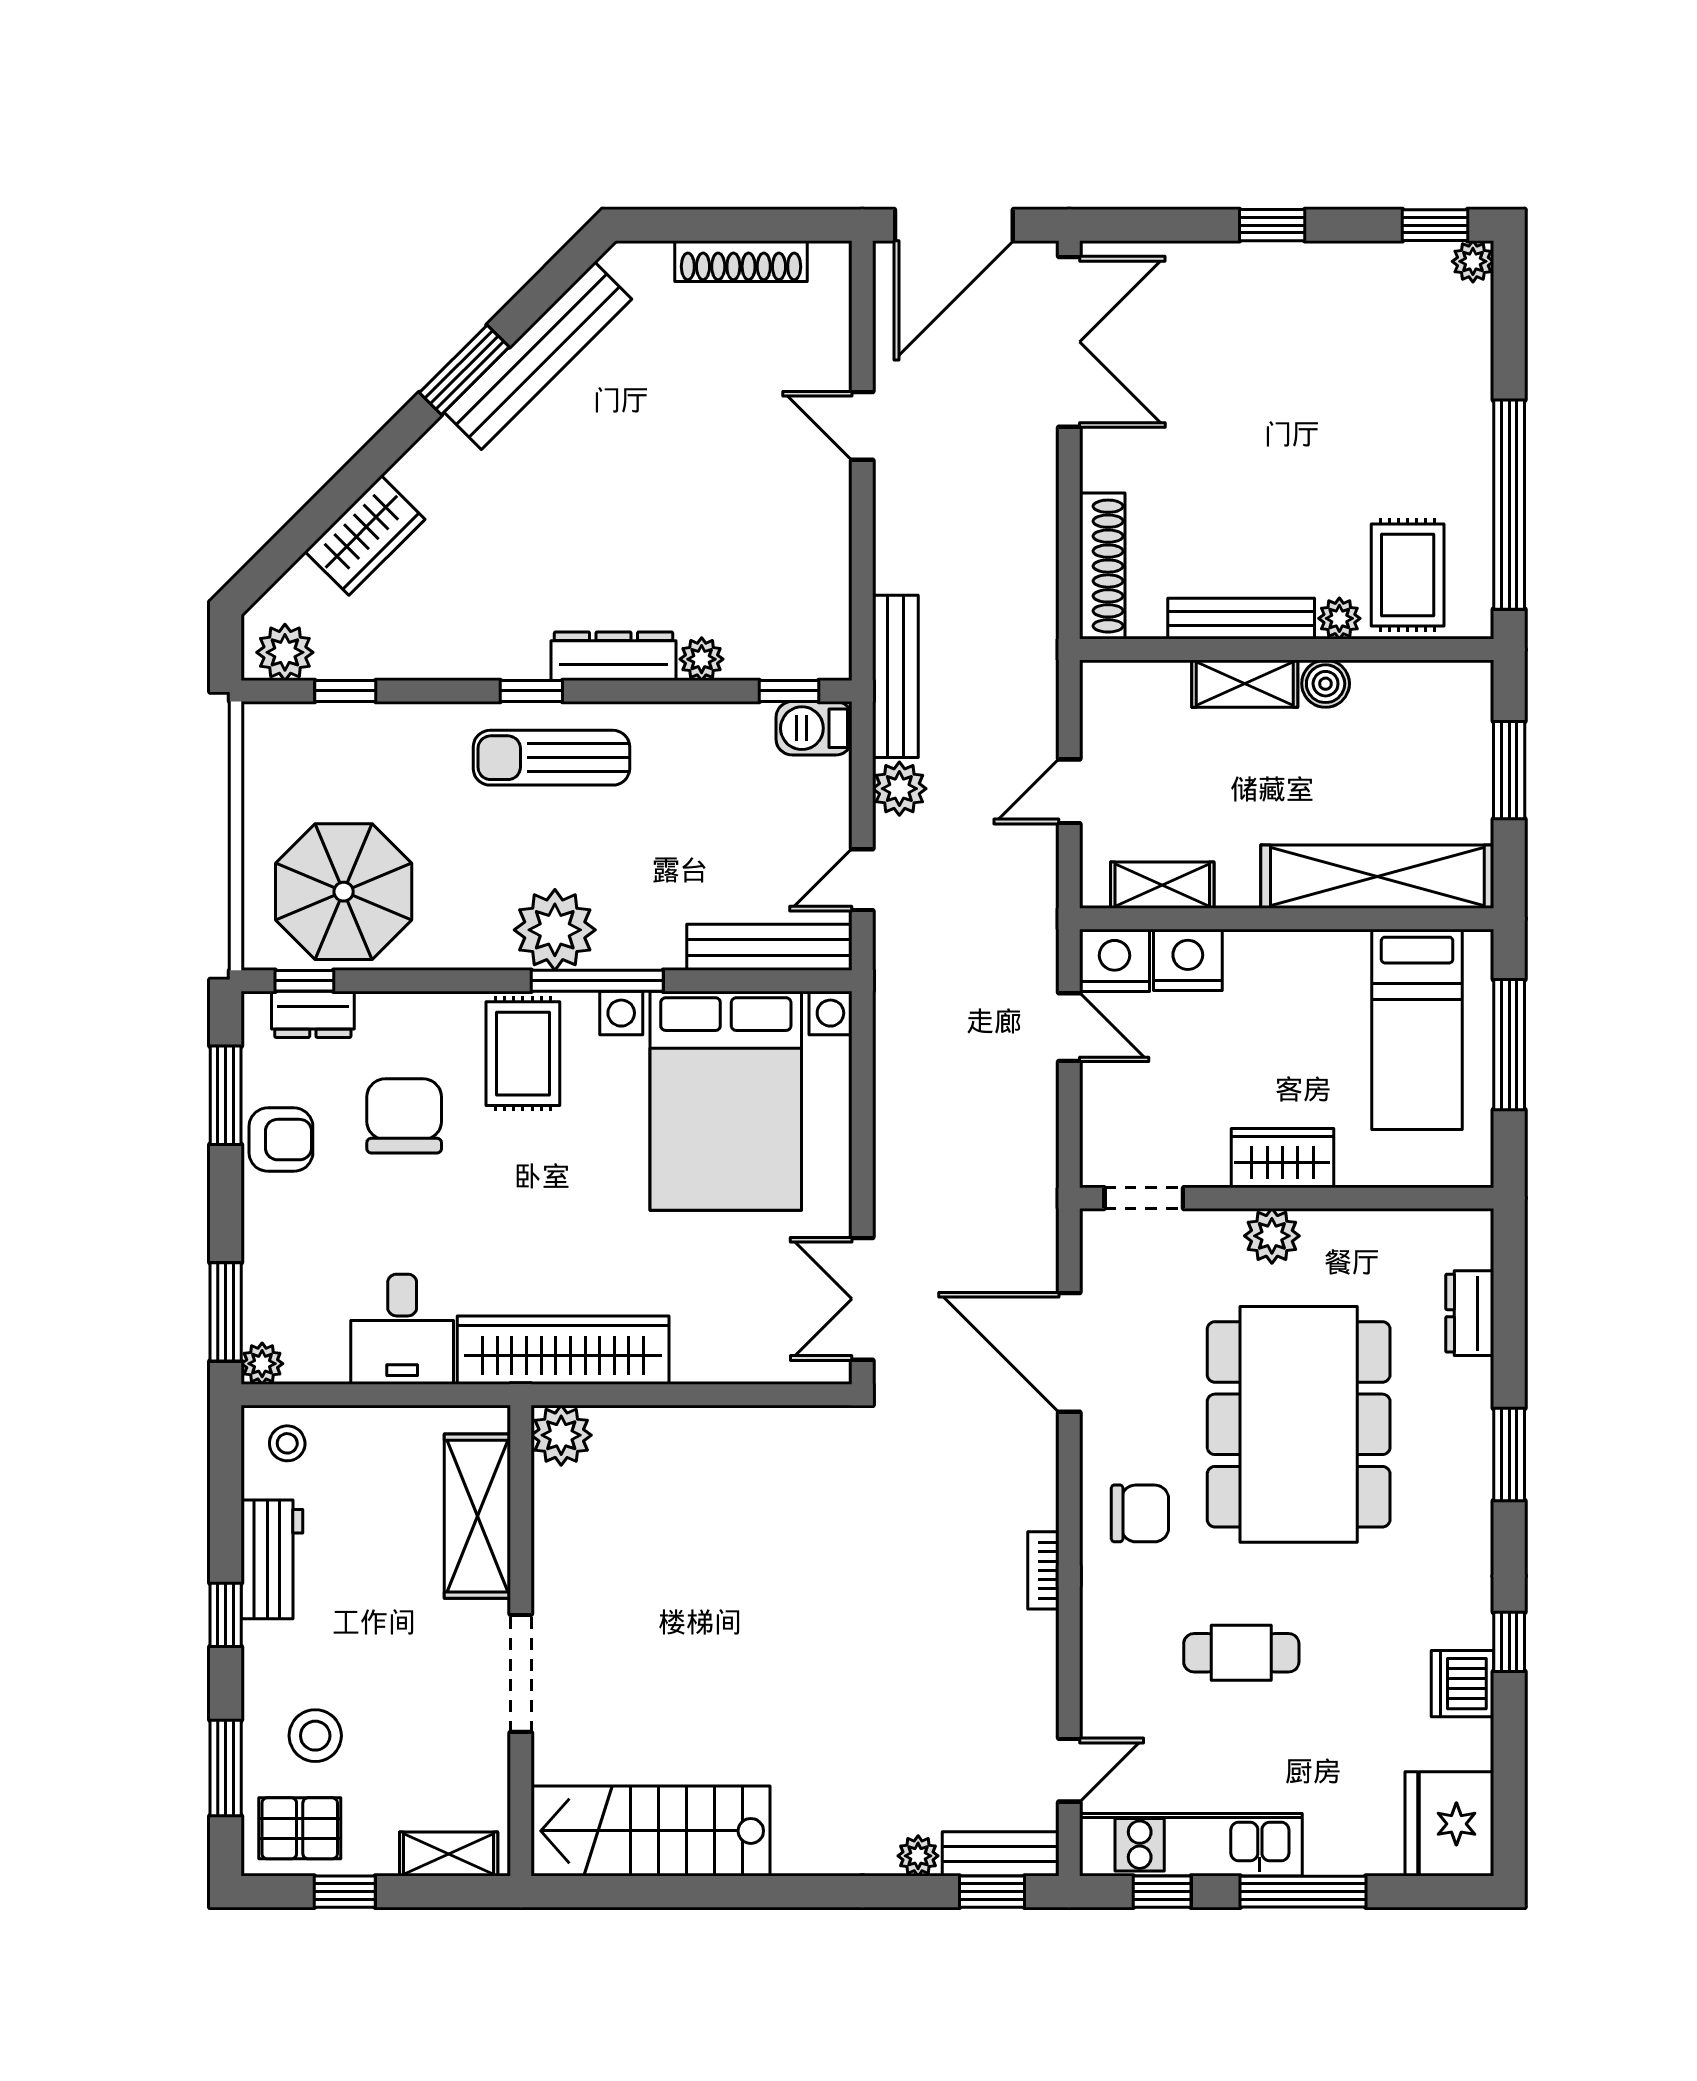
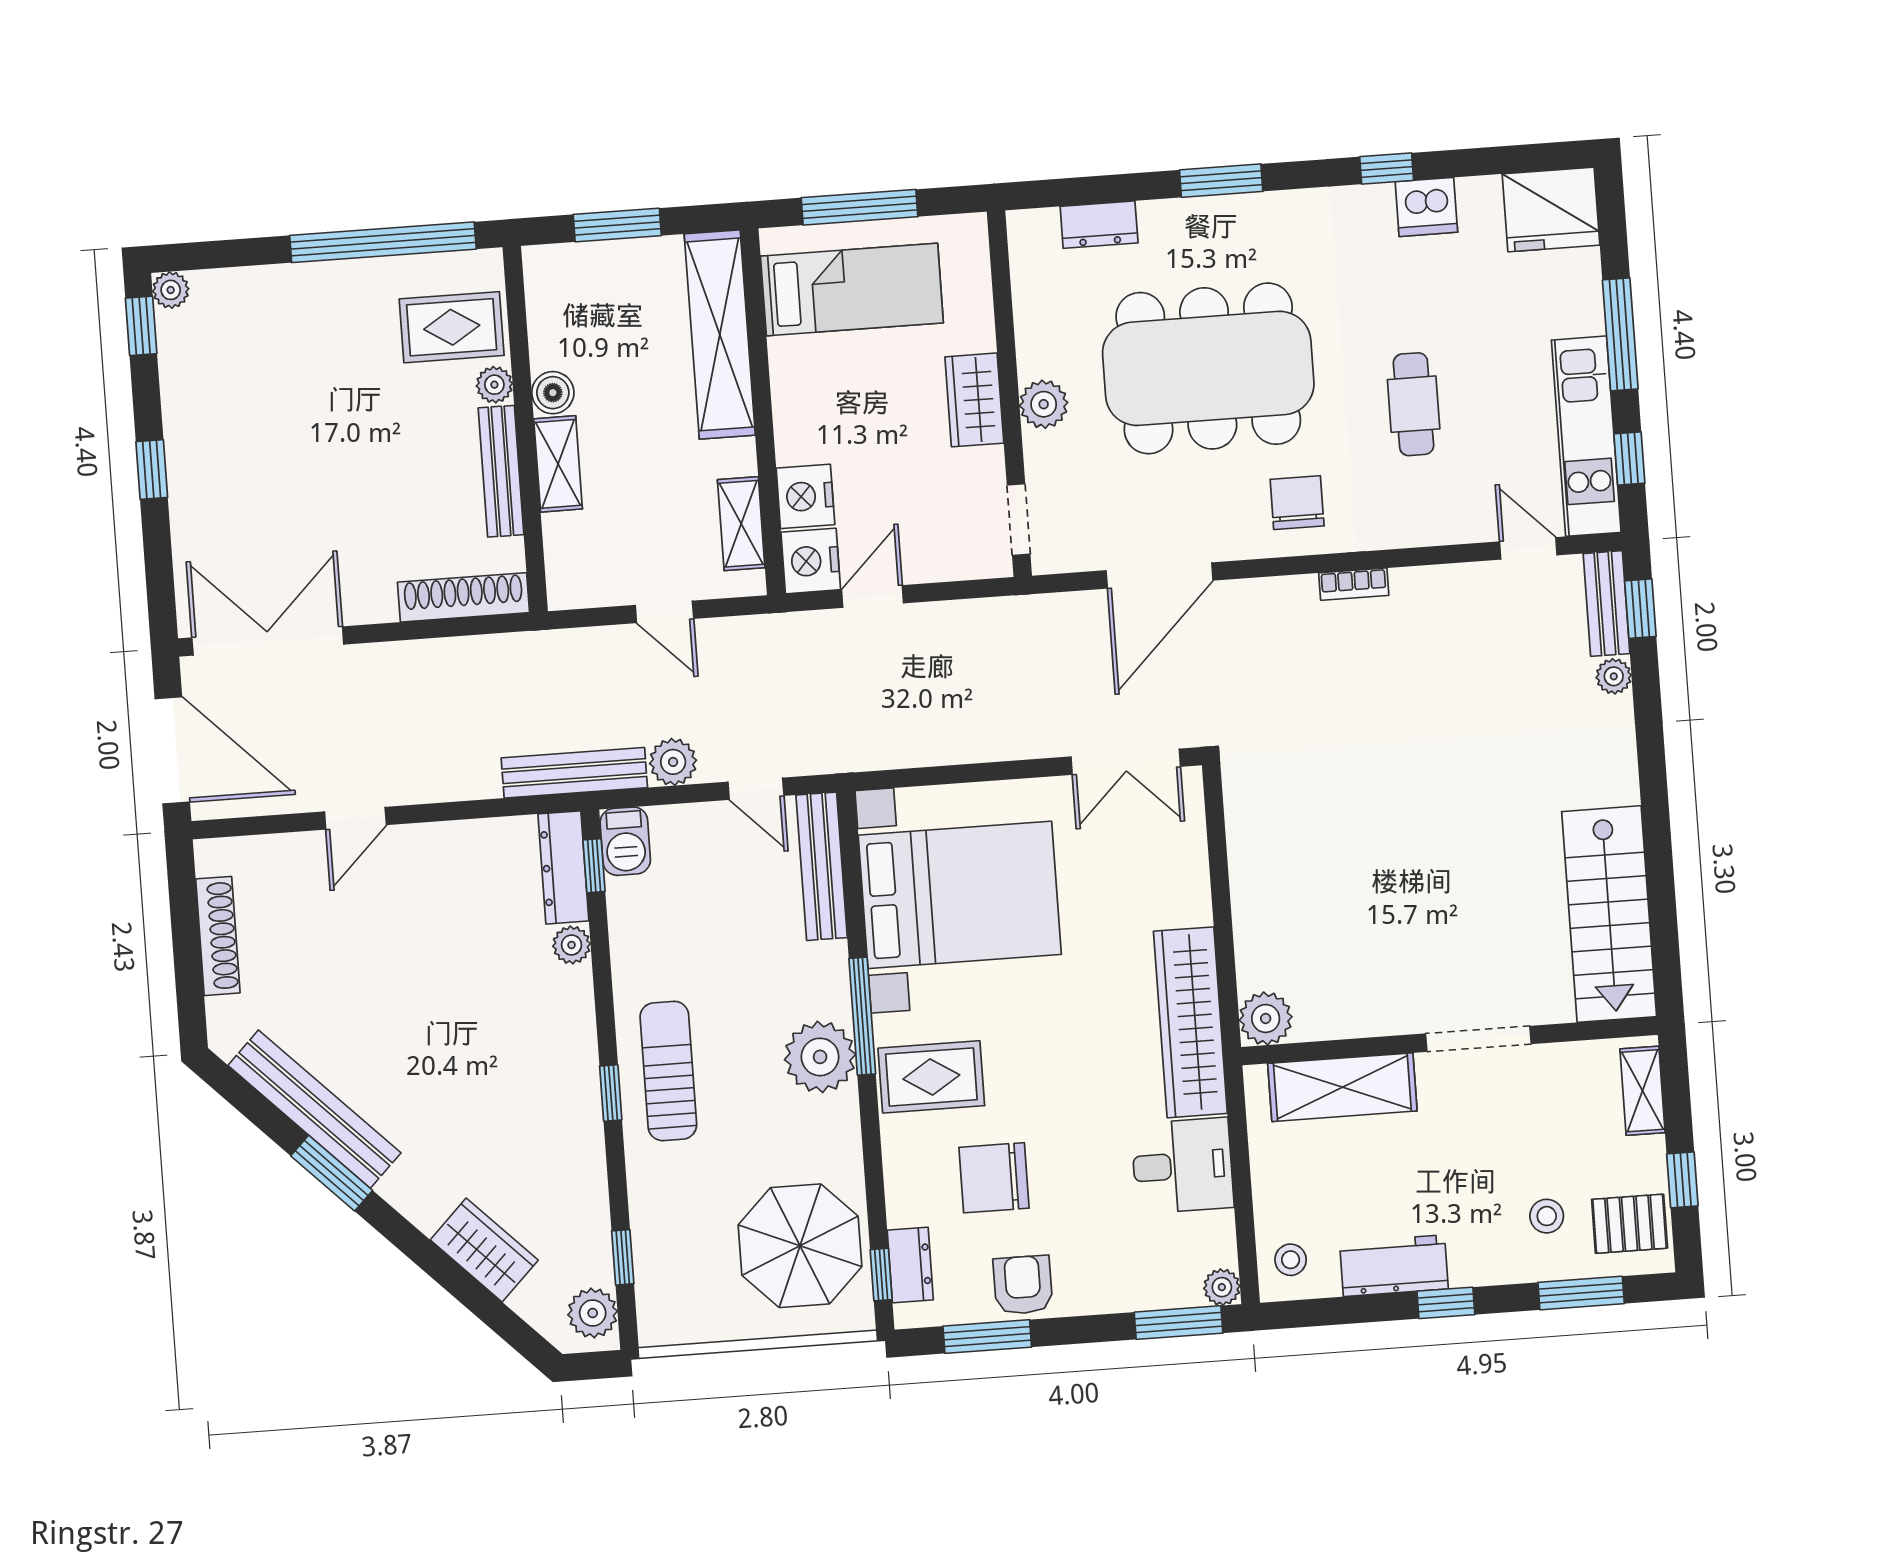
dresser: (614, 656) -> (563, 867), moved
sun lounger: (551, 758) -> (668, 1071), turned 180
stool: (315, 1736) -> (1547, 1216), width x0.73, depth x0.73
pallet: (300, 1828) -> (1630, 1224), turned 90

